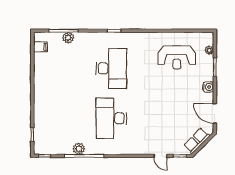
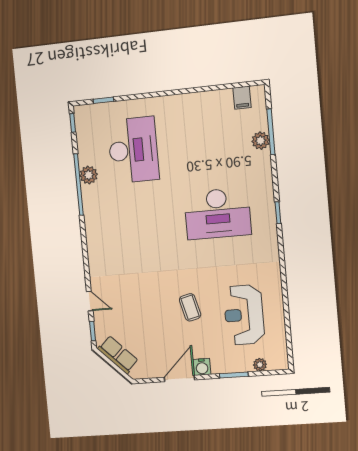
coffee table: (169, 91) -> (190, 307), added
door: (215, 114) -> (179, 379), moved
desk: (111, 118) -> (133, 150), moved, turned 90
door: (160, 156) -> (90, 301), swing flipped

